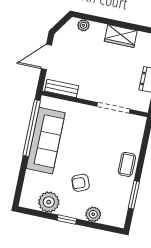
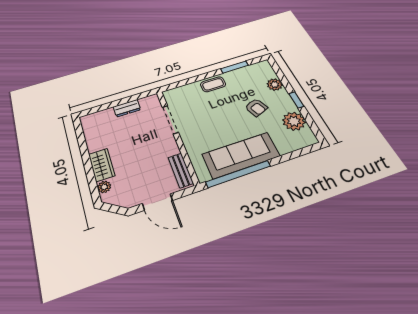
wardrobe: (121, 36) -> (102, 165), moved

